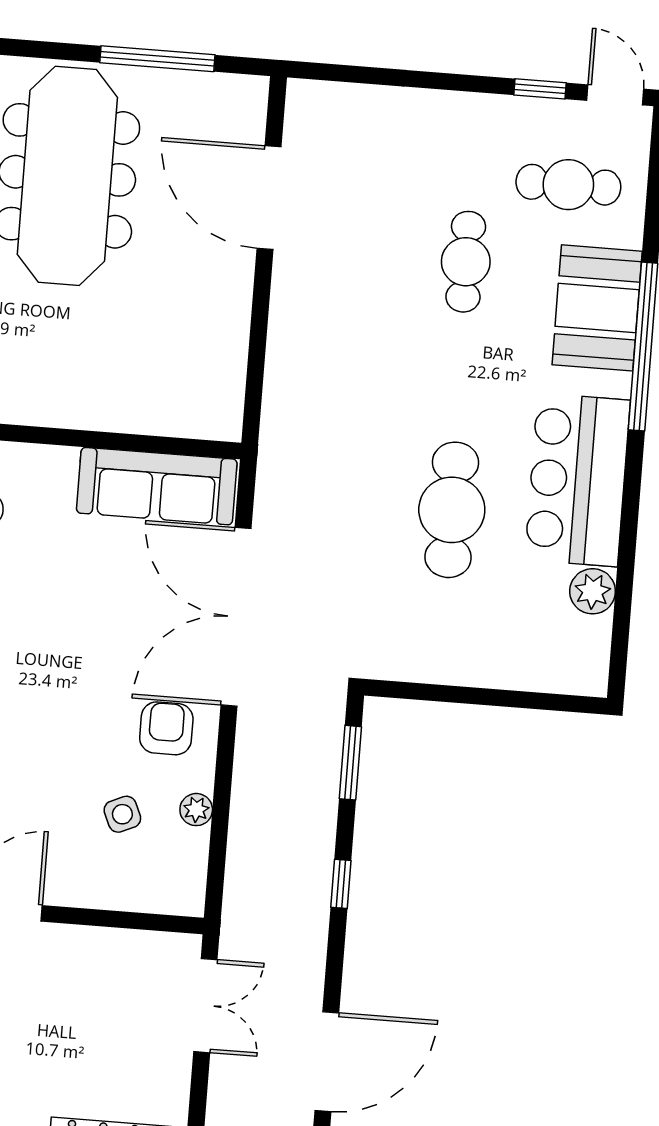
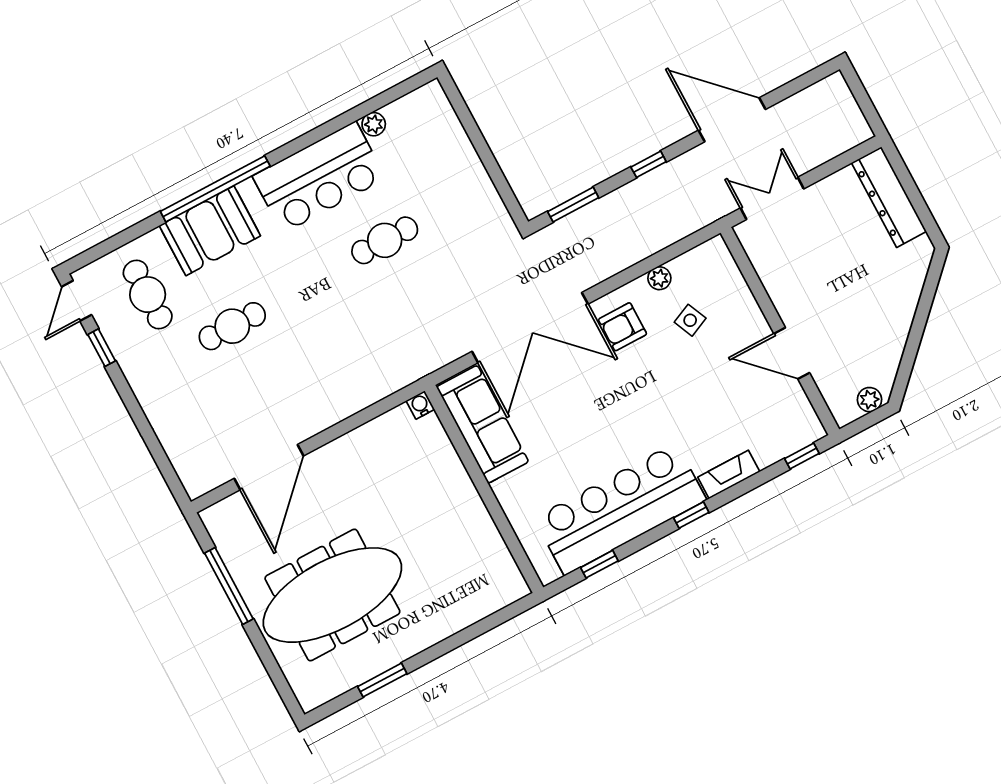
water cooler: (228, 427) -> (420, 405), added
cafe table: (452, 510) -> (385, 240), width x0.73, depth x0.74
plant: (593, 591) -> (374, 124), width x0.73, depth x0.73
door: (327, 1062) -> (732, 120), moved

